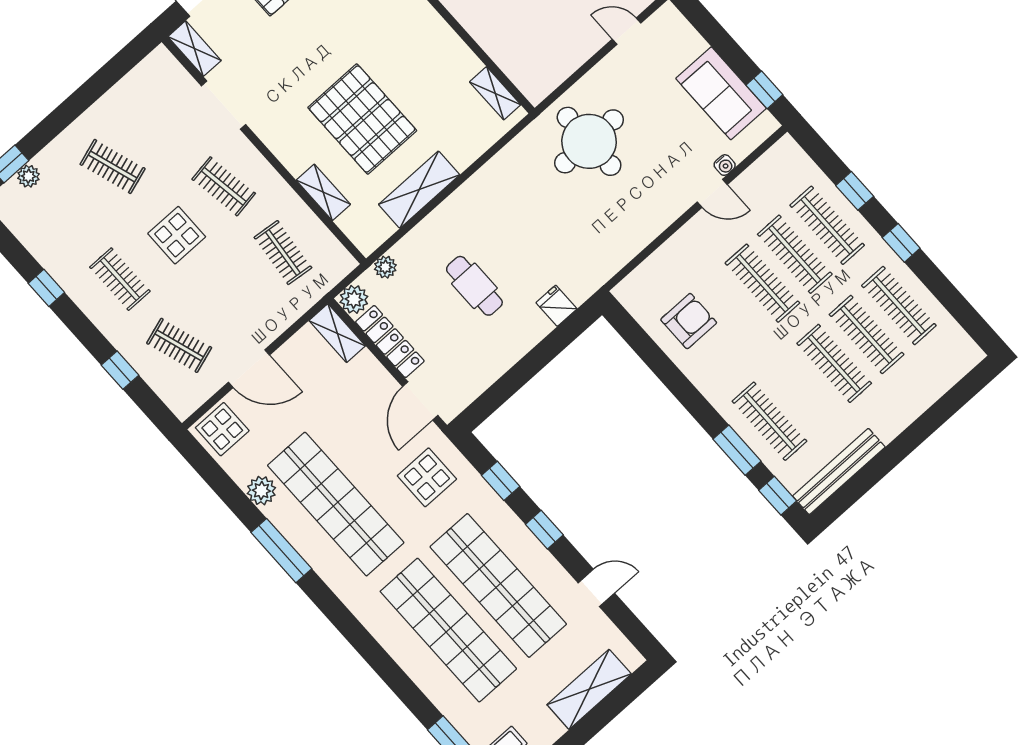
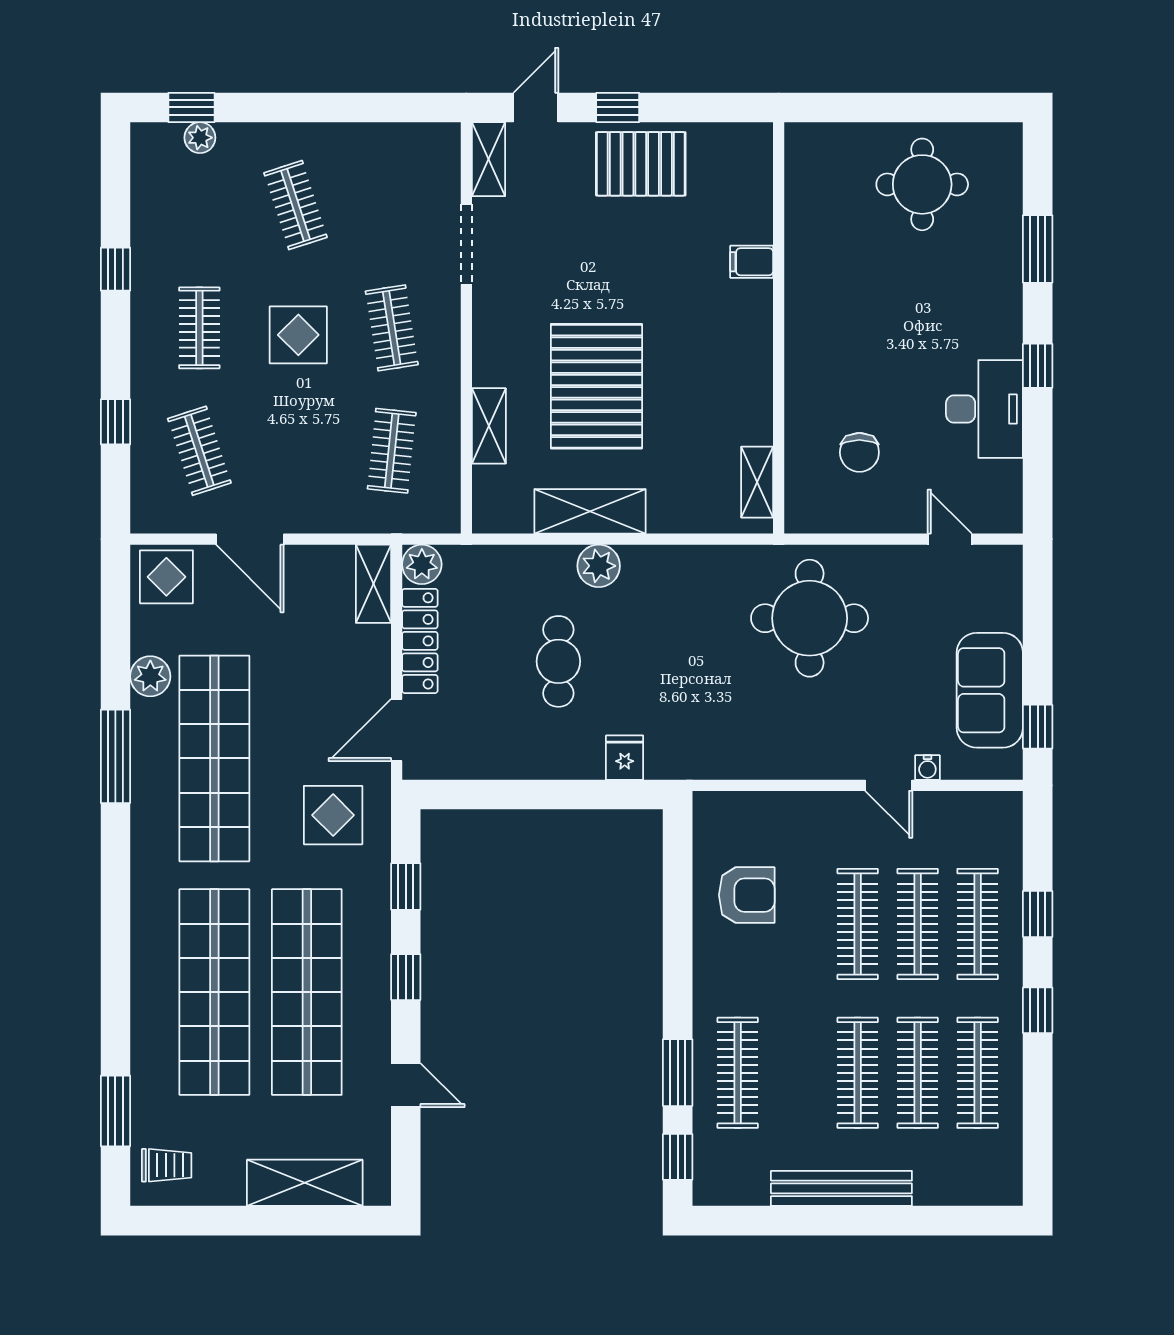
chair: (536, 28) -> (859, 452), added
plant: (385, 267) -> (599, 566), moved, width x1.38, depth x1.38
bench: (839, 471) -> (841, 1188), moved

